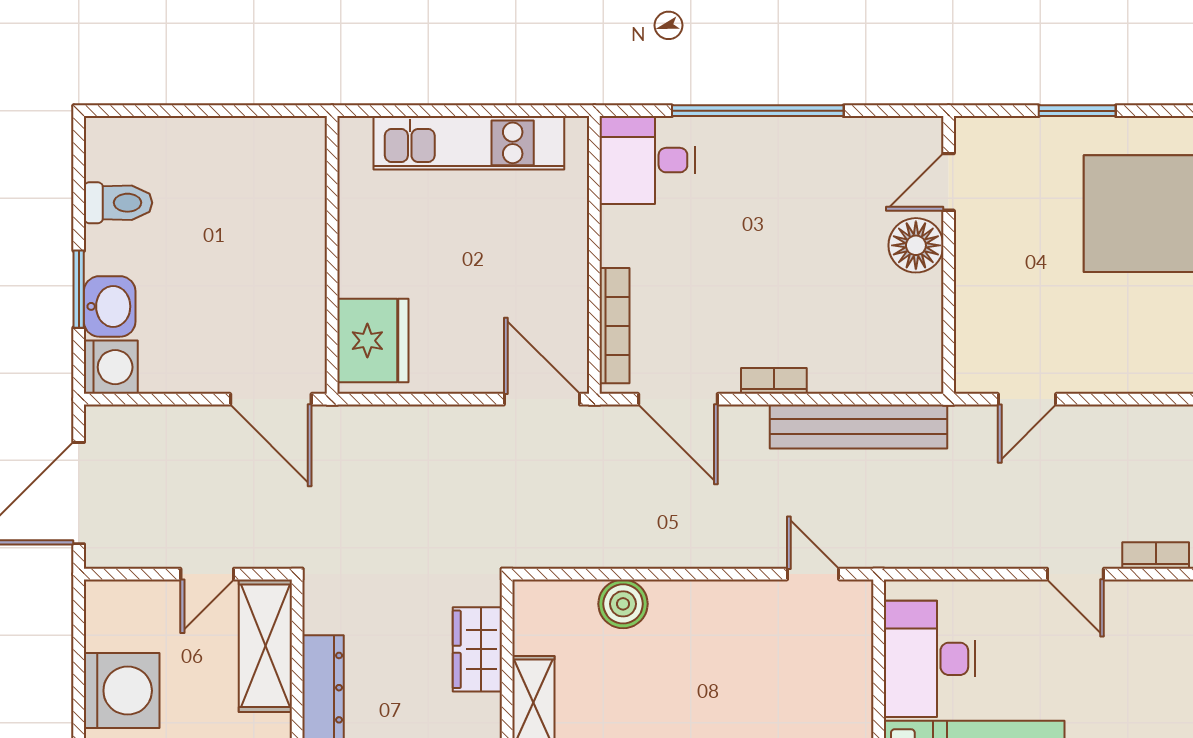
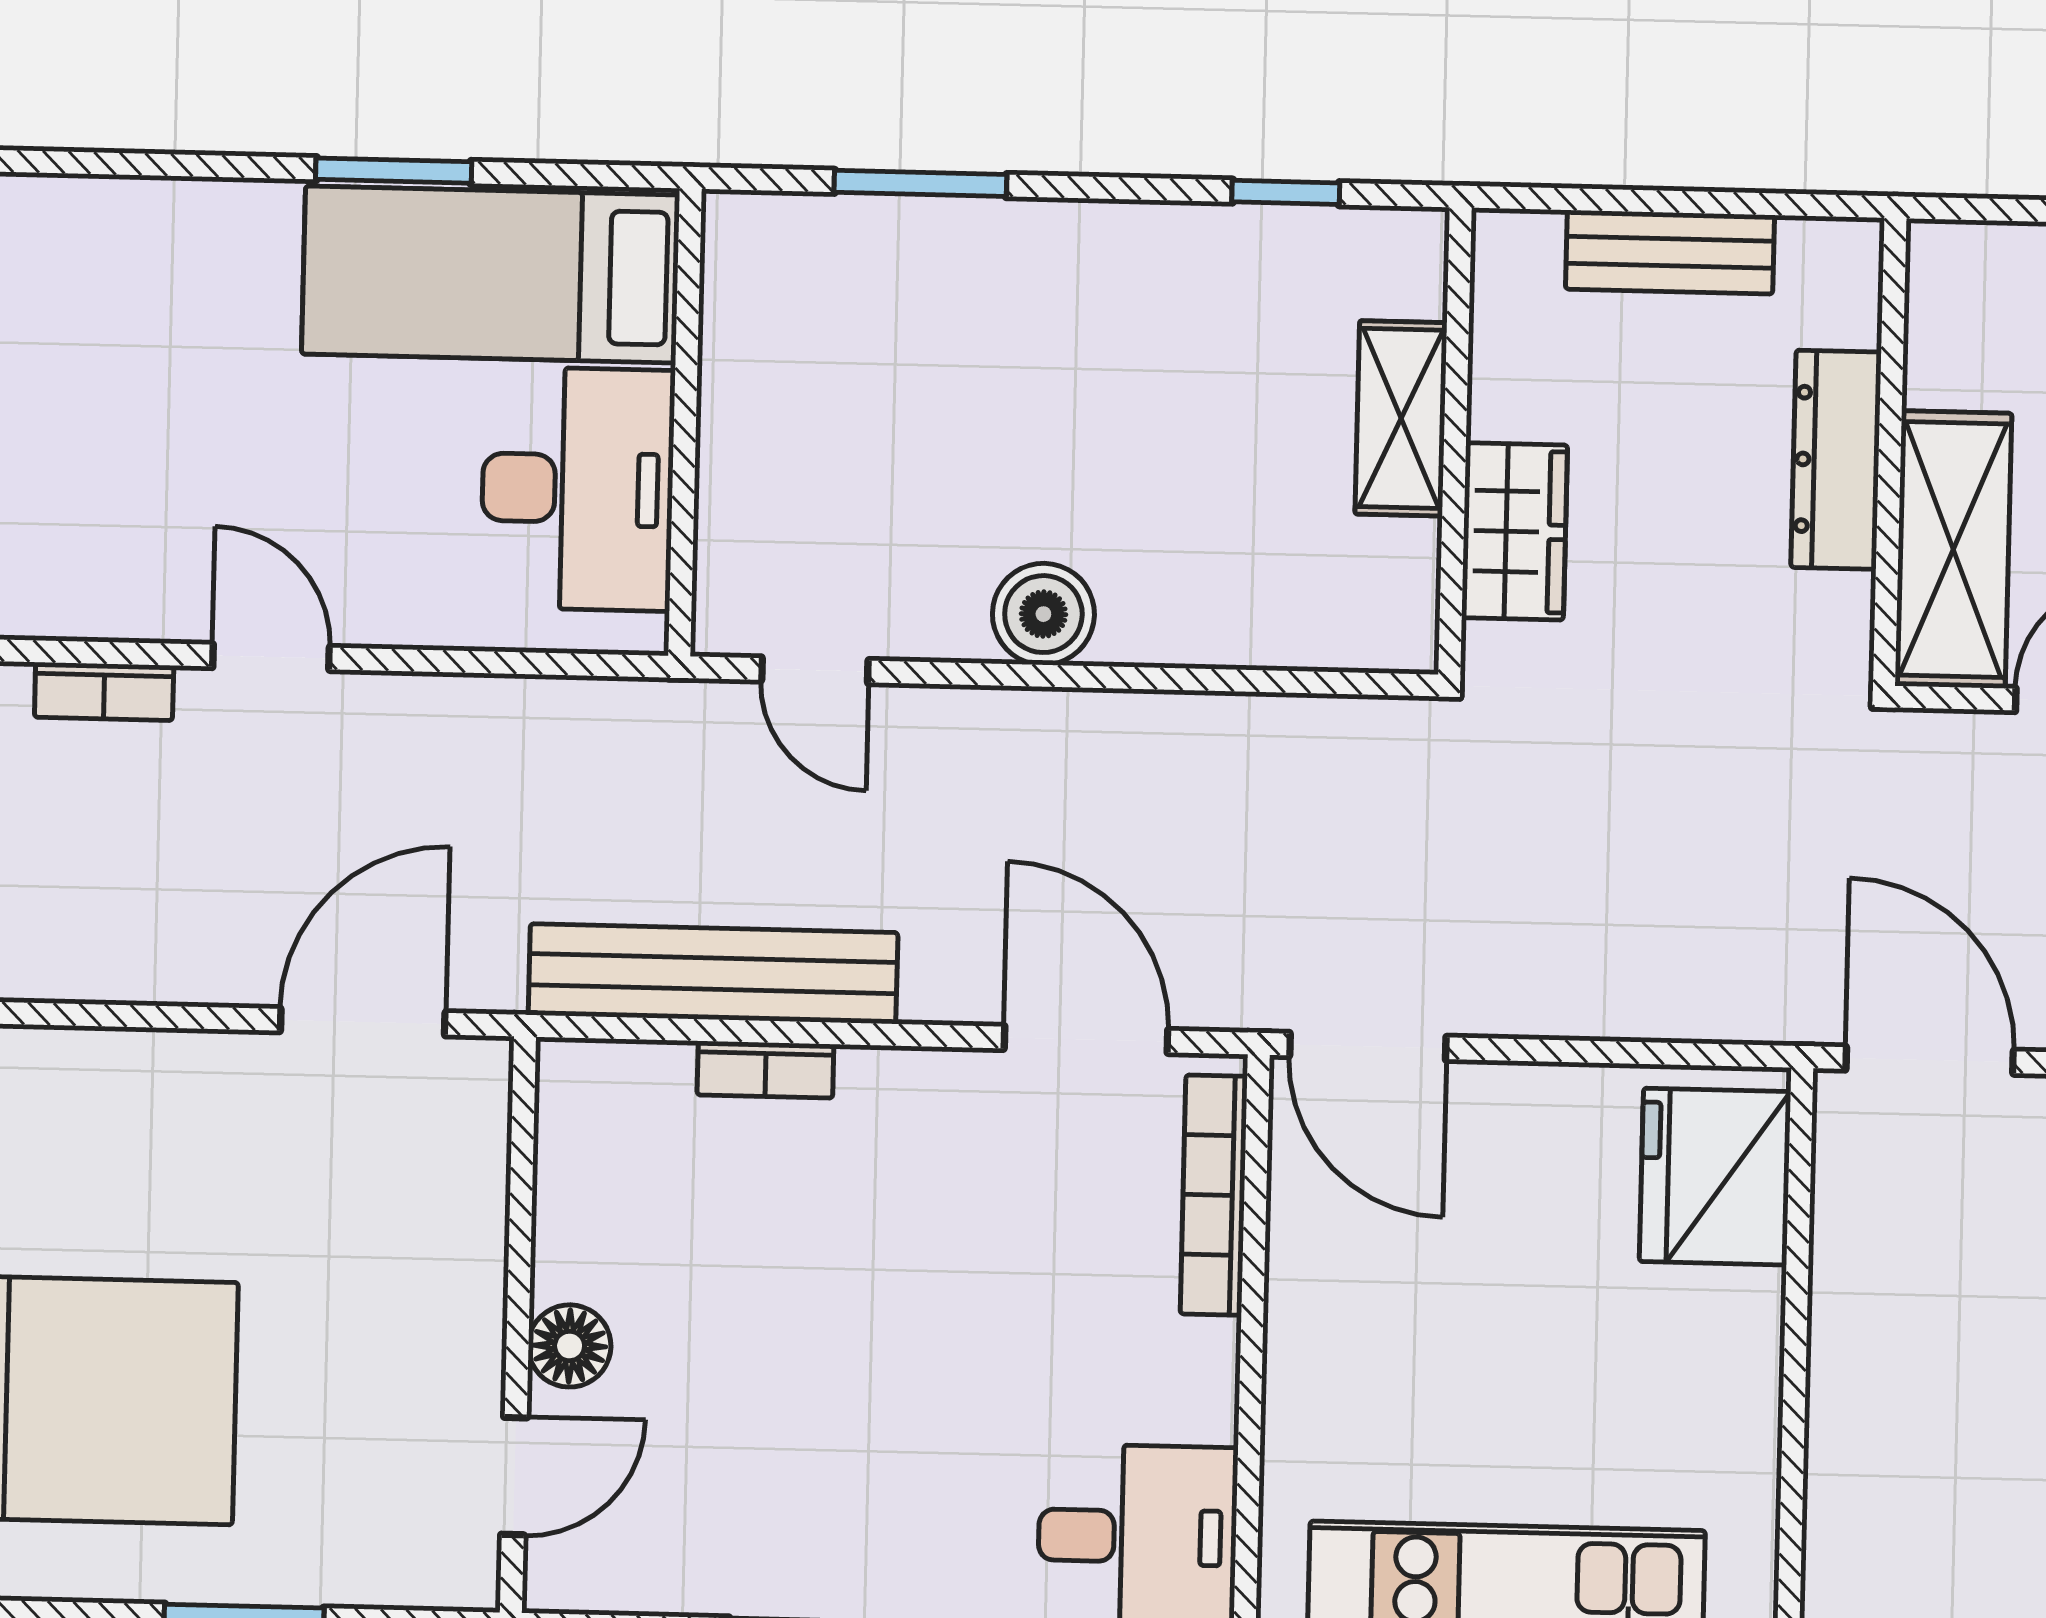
floor lamp: (916, 245) -> (570, 1346), width x0.73, depth x0.73
bookcase: (774, 381) -> (765, 1070), moved
door: (1027, 399) -> (363, 1022), width x1.38
boiler: (623, 604) -> (1043, 614), moved

